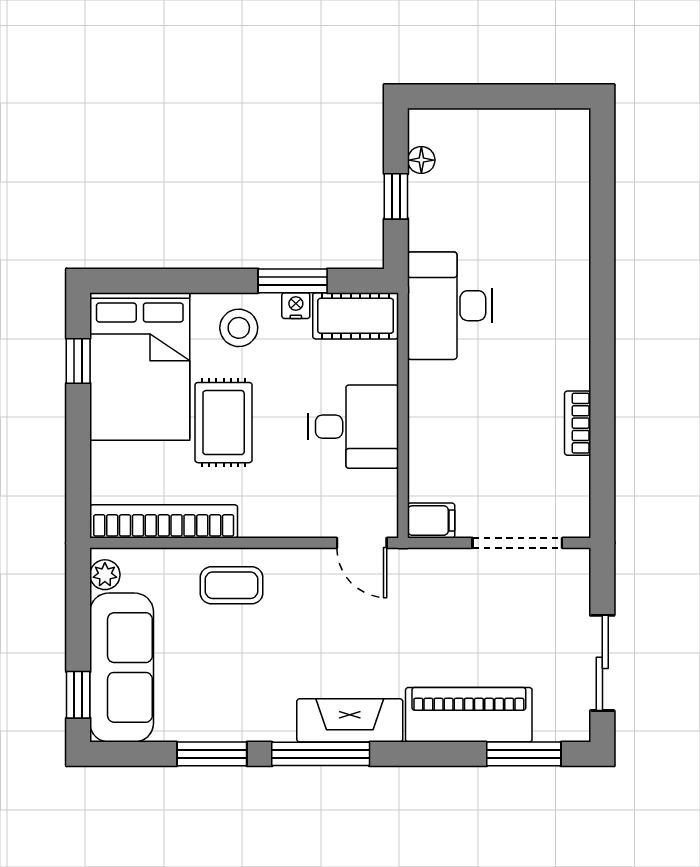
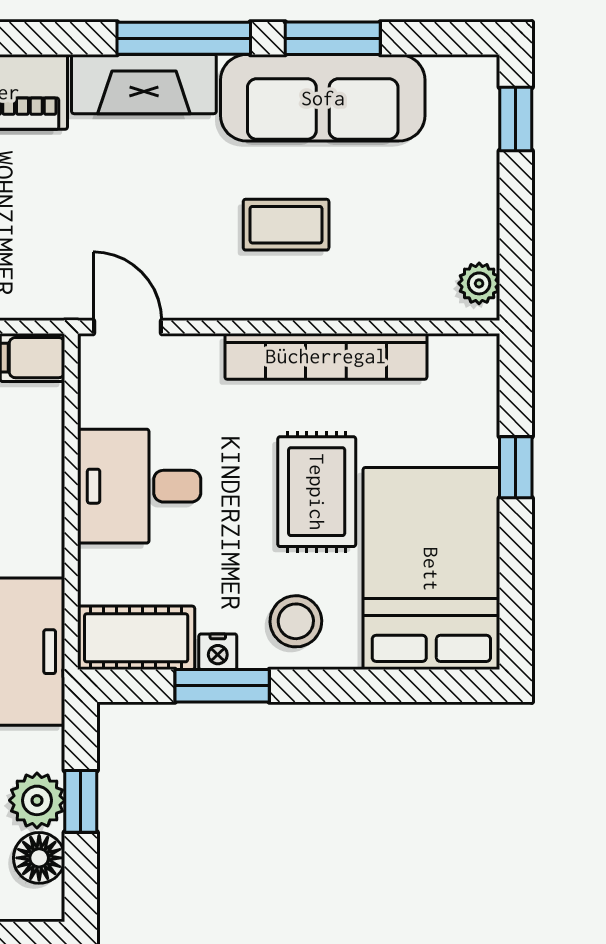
floor lamp: (421, 160) -> (39, 858), width x1.37, depth x1.37
plant: (428, 197) -> (37, 800), added
window: (78, 361) -> (516, 467), moved
bookcase: (164, 521) -> (326, 356), moved
coffee table: (232, 585) -> (286, 225), moved
sofa: (122, 667) -> (323, 98), moved, turned -90

